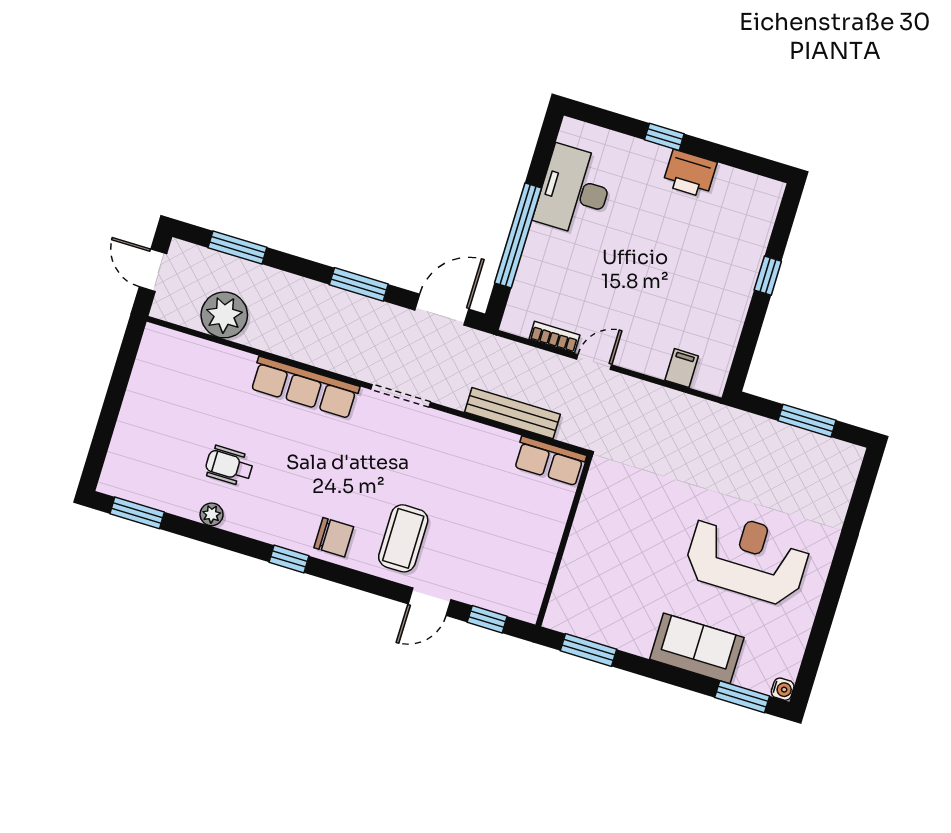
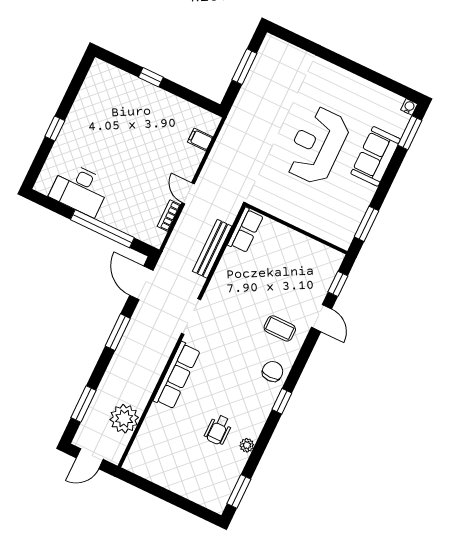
printer: (690, 174) -> (80, 116), removed
coffee table: (403, 538) -> (280, 328), width x0.73, depth x0.77
reception desk: (747, 558) -> (317, 145), moved

